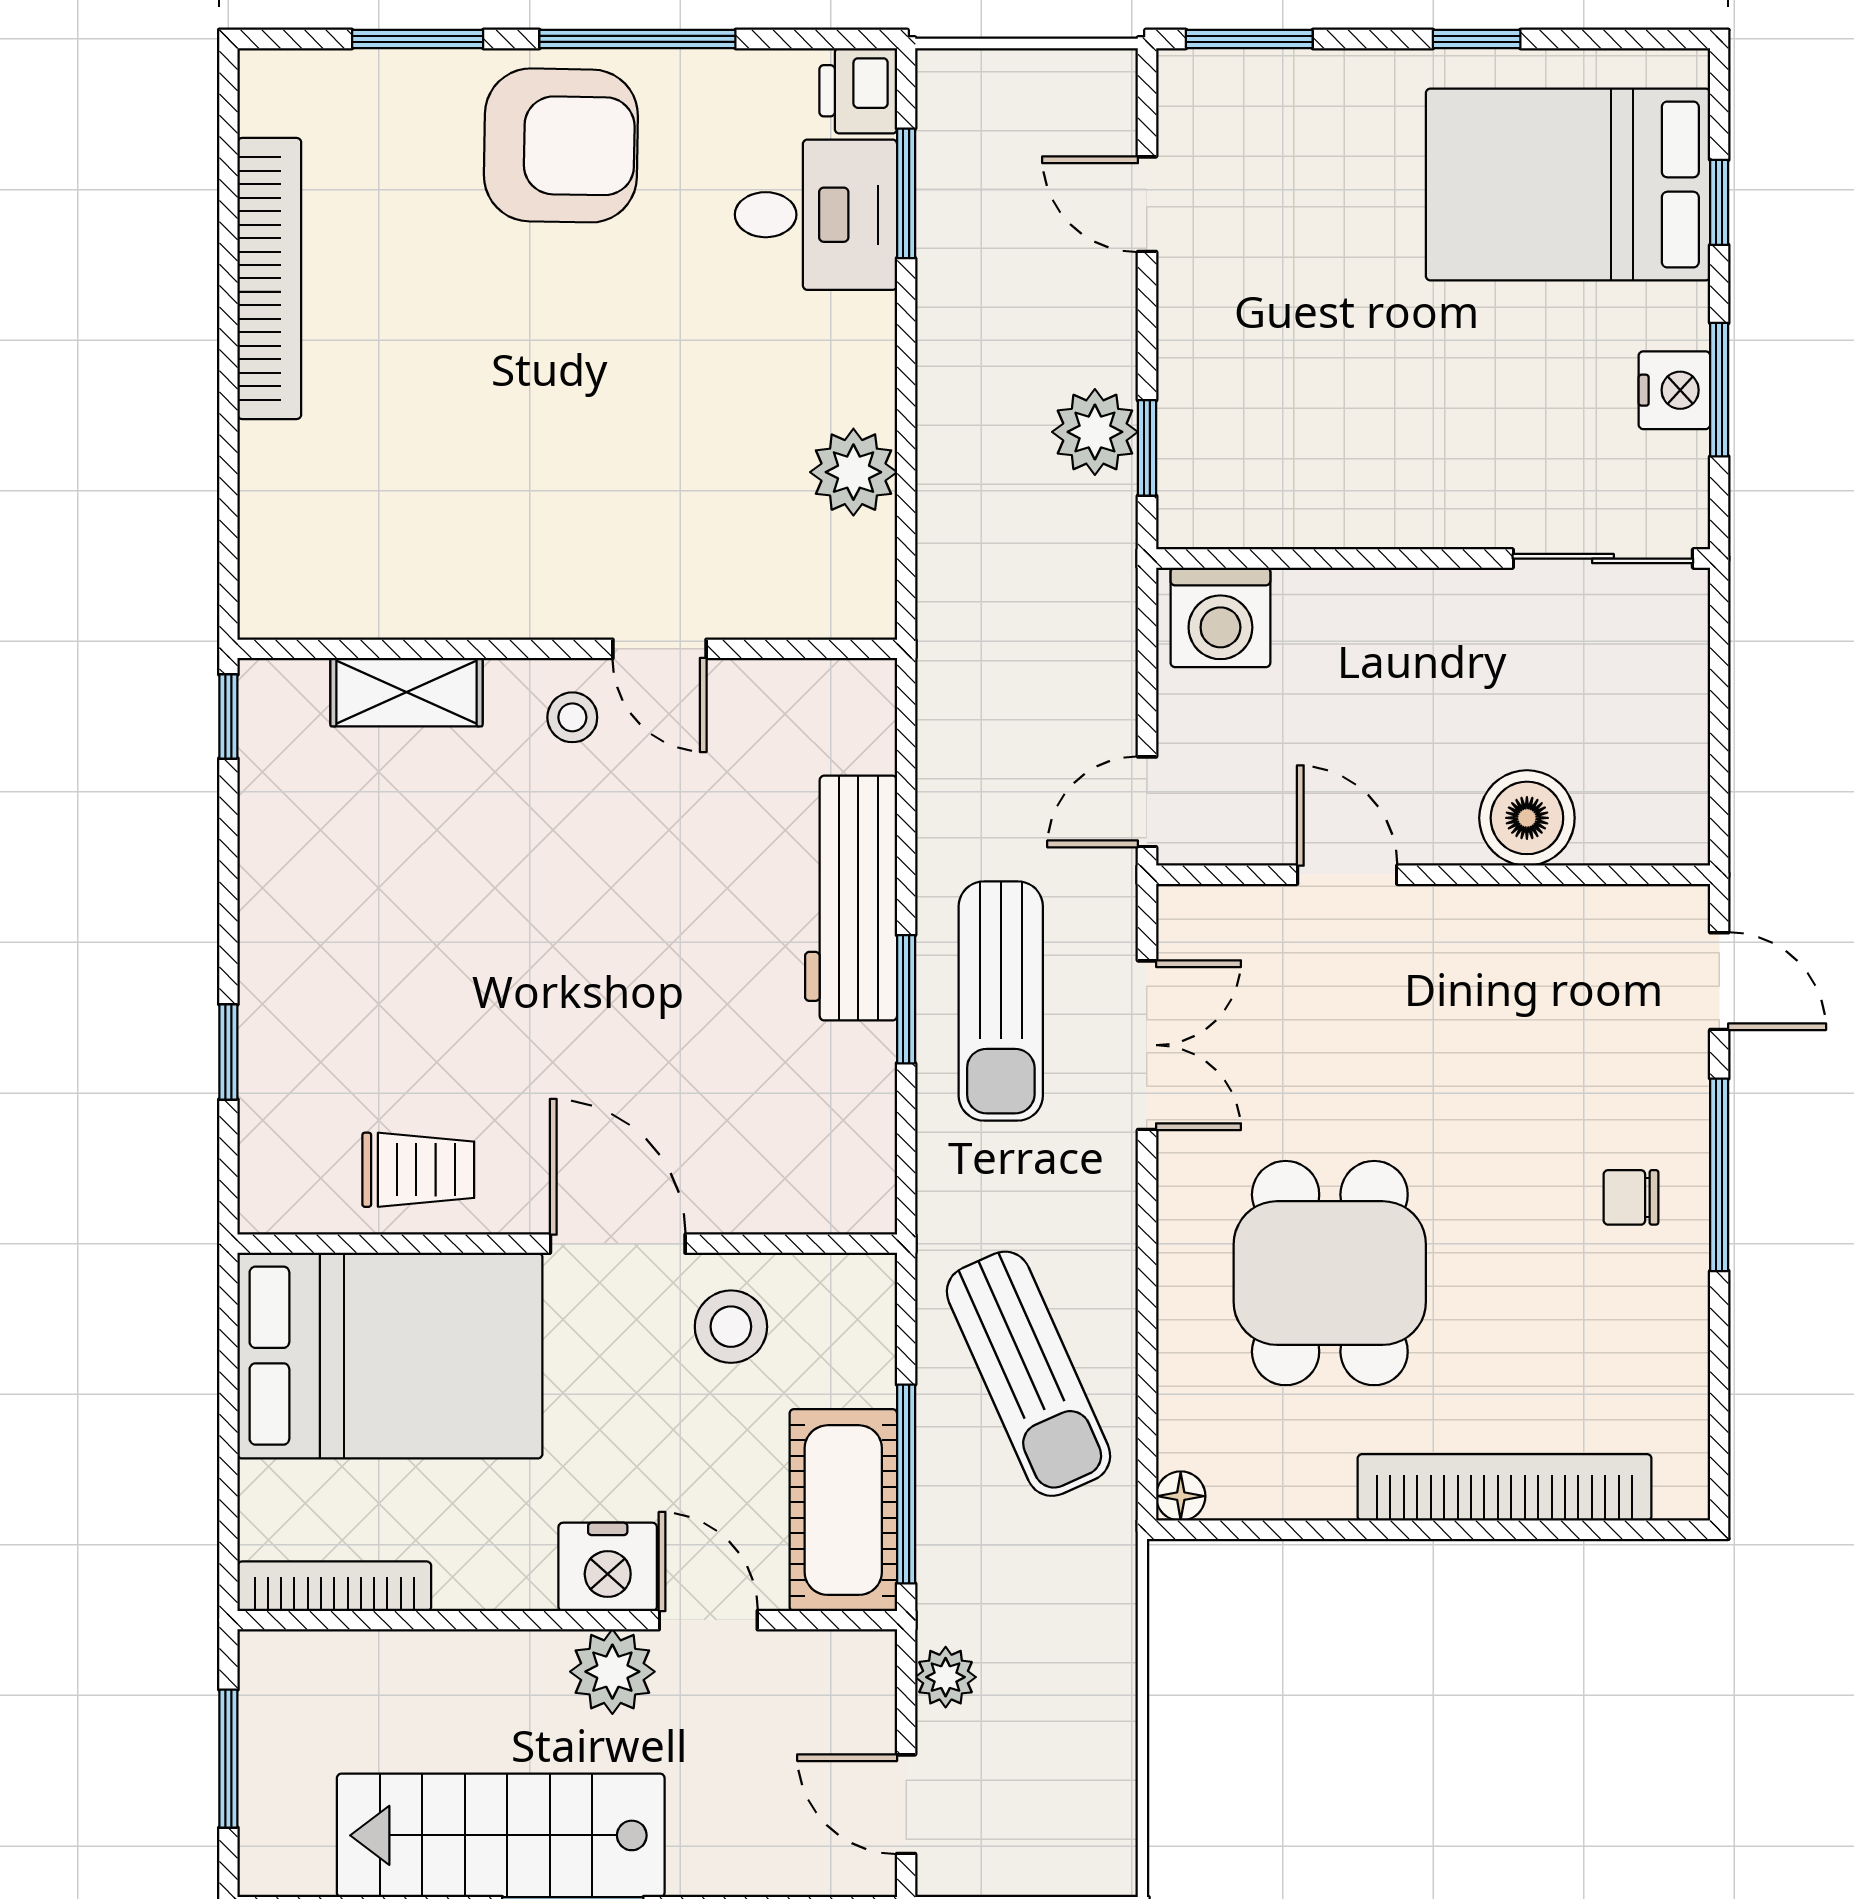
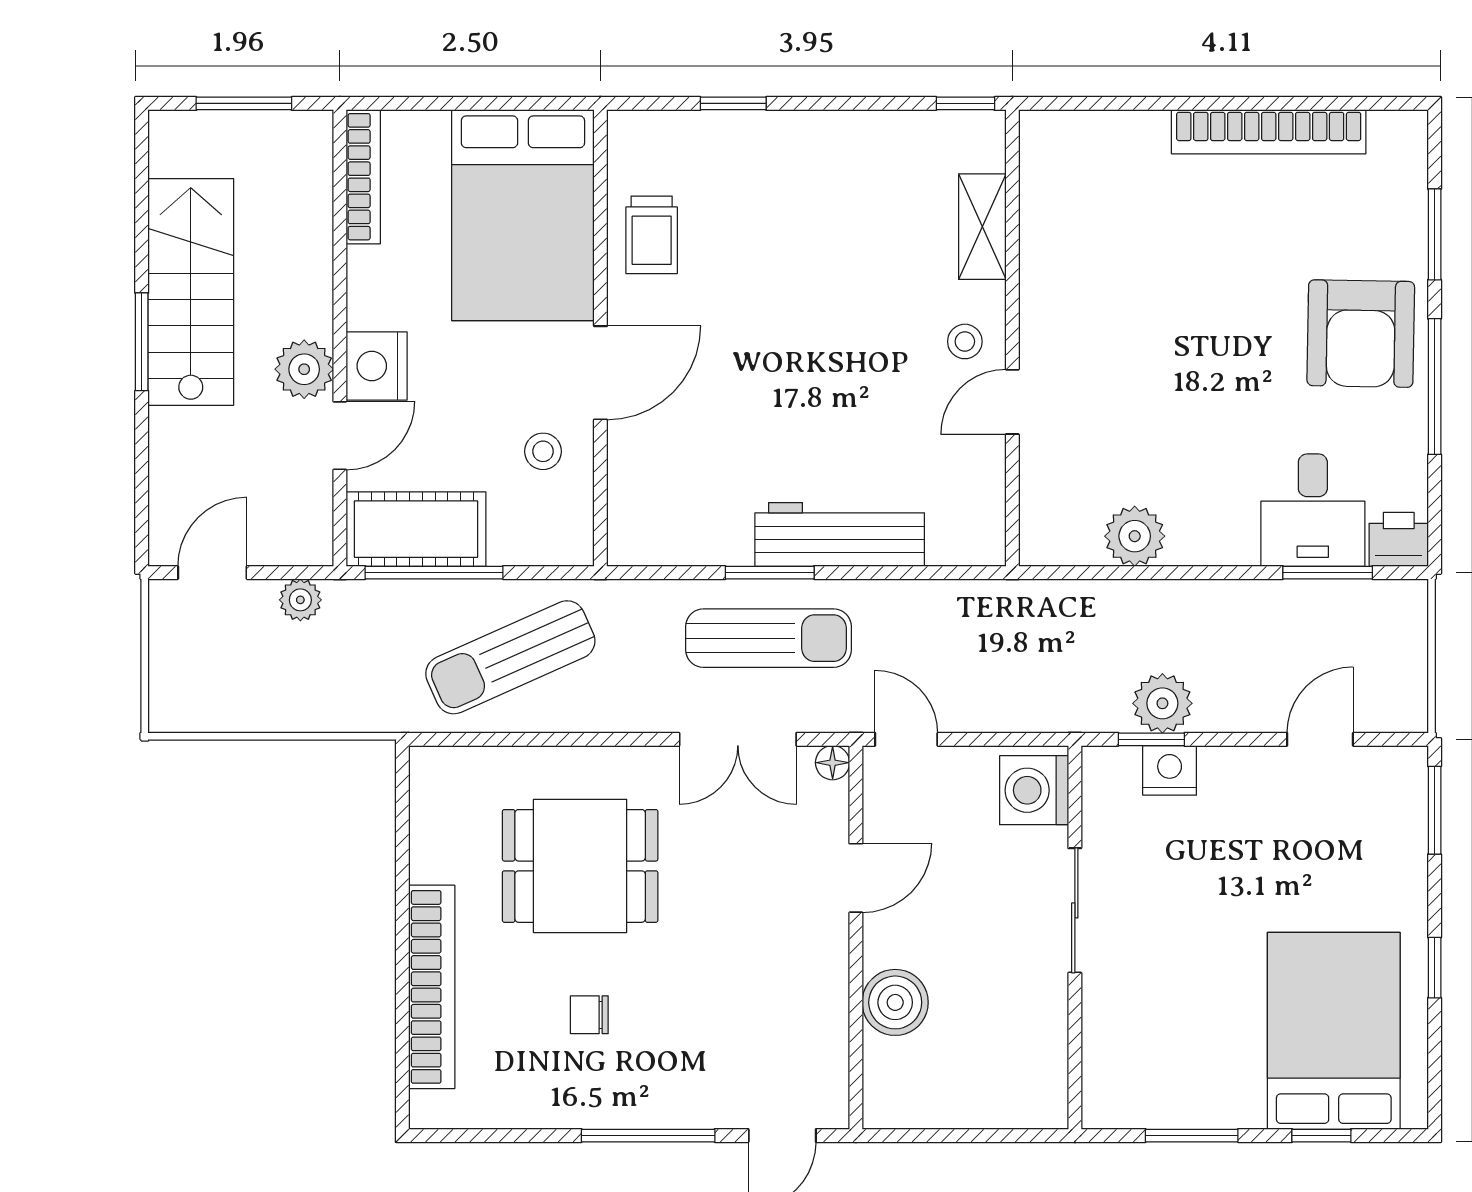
nightstand: (1674, 390) -> (1170, 770), moved, turned 180
sliding door: (1603, 559) -> (1075, 910), moved
sun lounger: (1001, 1001) -> (768, 638), turned 180
chair: (1631, 1197) -> (589, 1015), moved, turned -90
stool: (731, 1327) -> (543, 451), width x0.73, depth x0.73
floor lamp: (1181, 1496) -> (833, 763), moved

